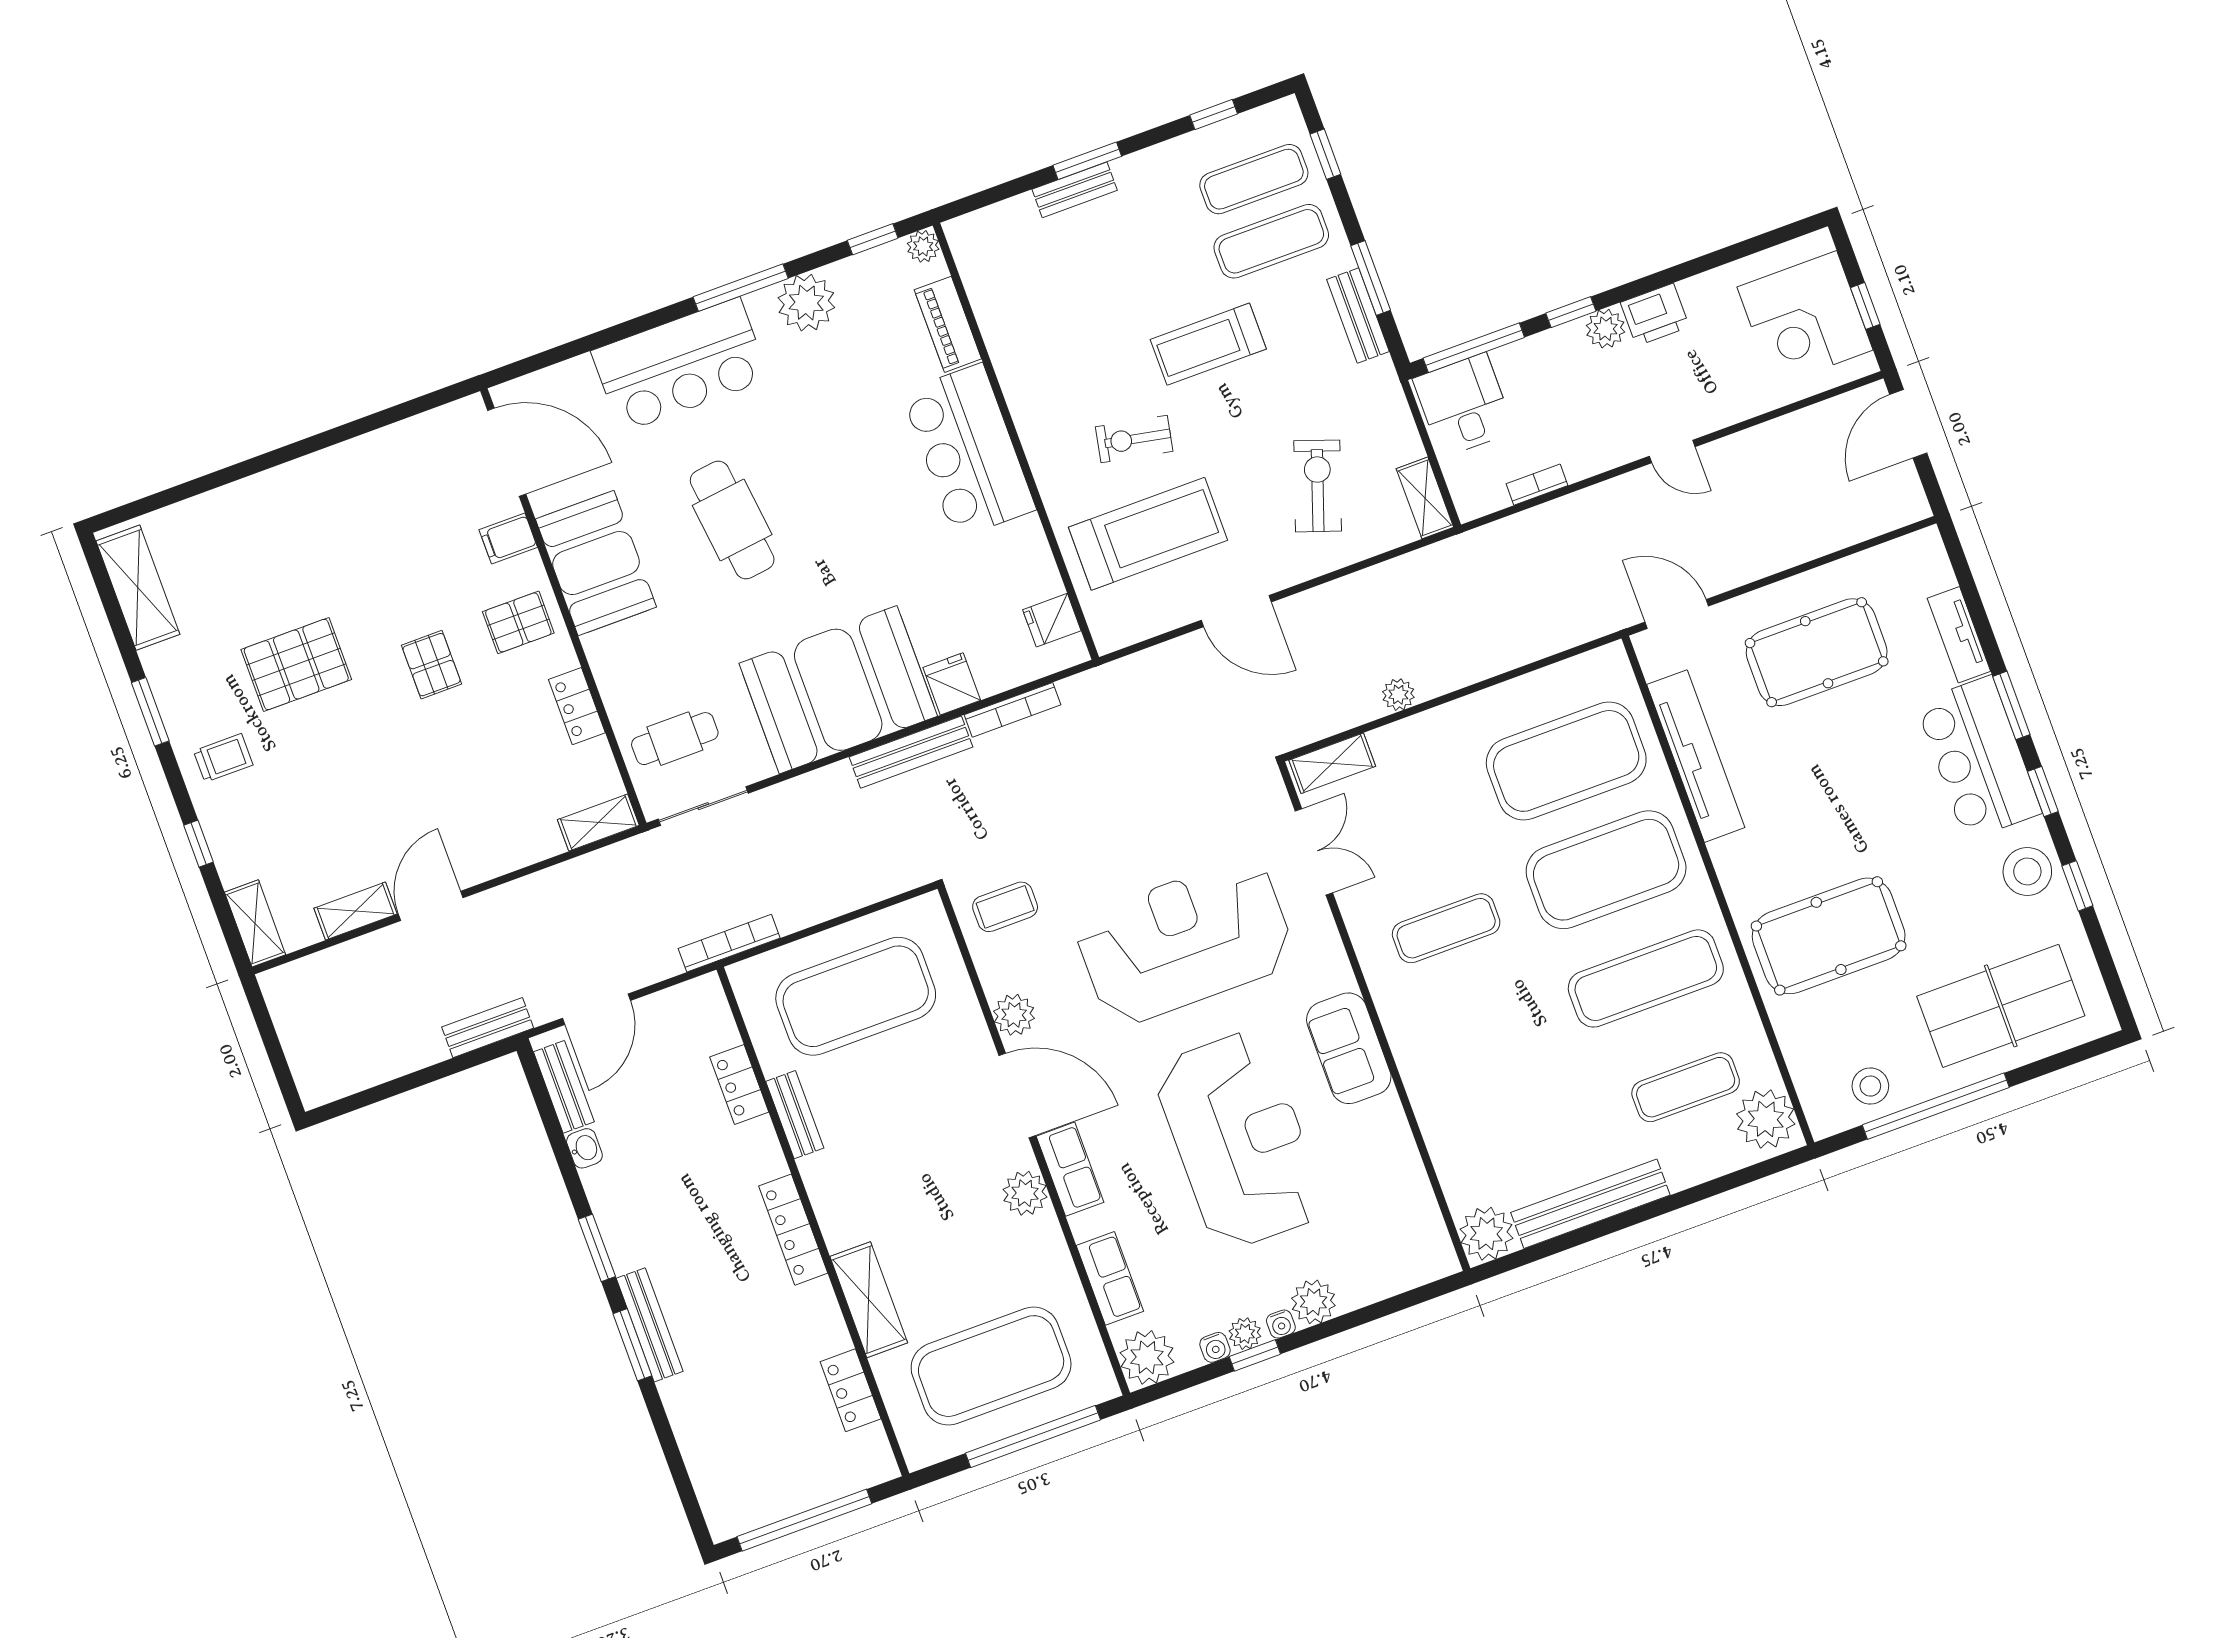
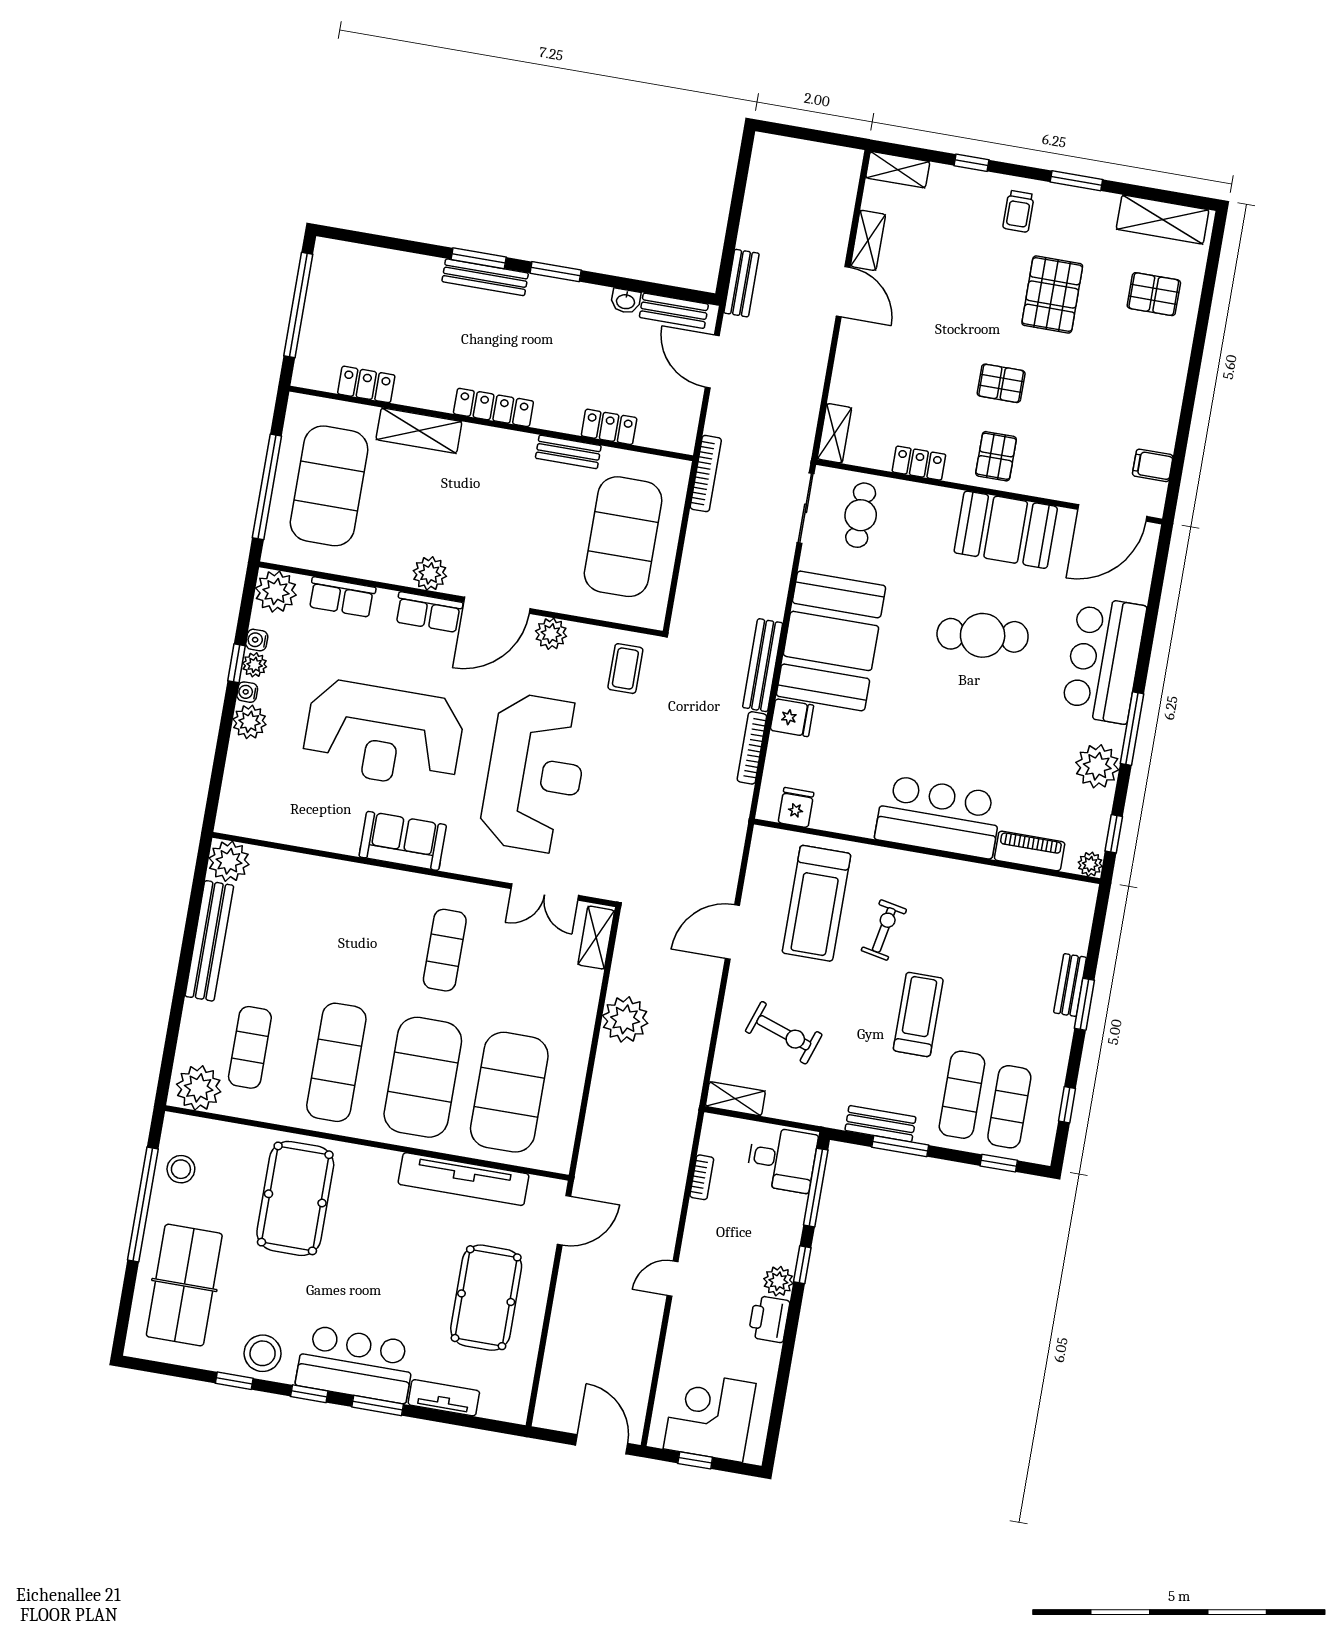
filing cabinet: (508, 539) -> (1153, 465), moved, turned -90
pallet: (229, 549) -> (1154, 294), added
plant: (1398, 695) -> (625, 1019), width x1.87, depth x1.87

